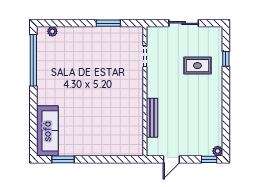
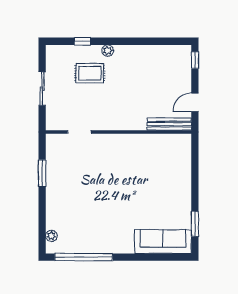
rug: (197, 66) -> (90, 73), turned 90
bench: (152, 118) -> (169, 124), moved
plant: (218, 151) -> (108, 51), moved
door: (171, 159) -> (195, 102), swing flipped

